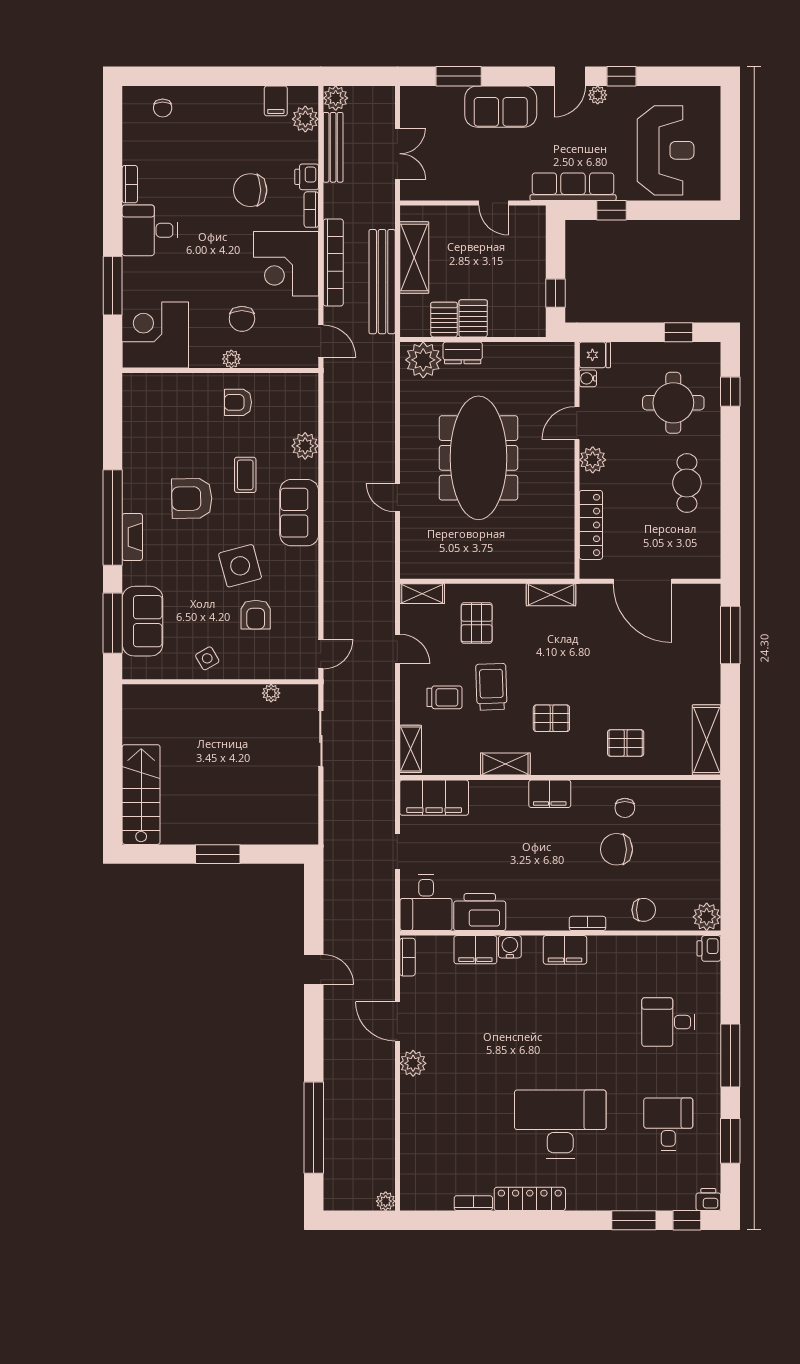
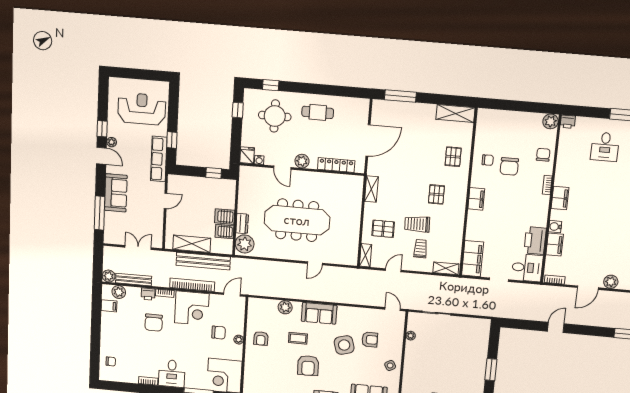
window: (459, 76) -> (100, 213), width x1.44
shelving: (505, 764) -> (458, 220), removed

